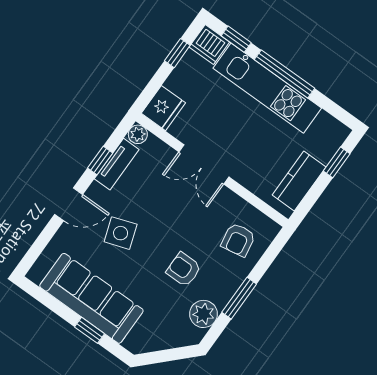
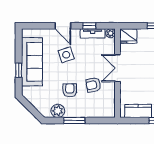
armchair: (238, 240) -> (93, 85), moved

